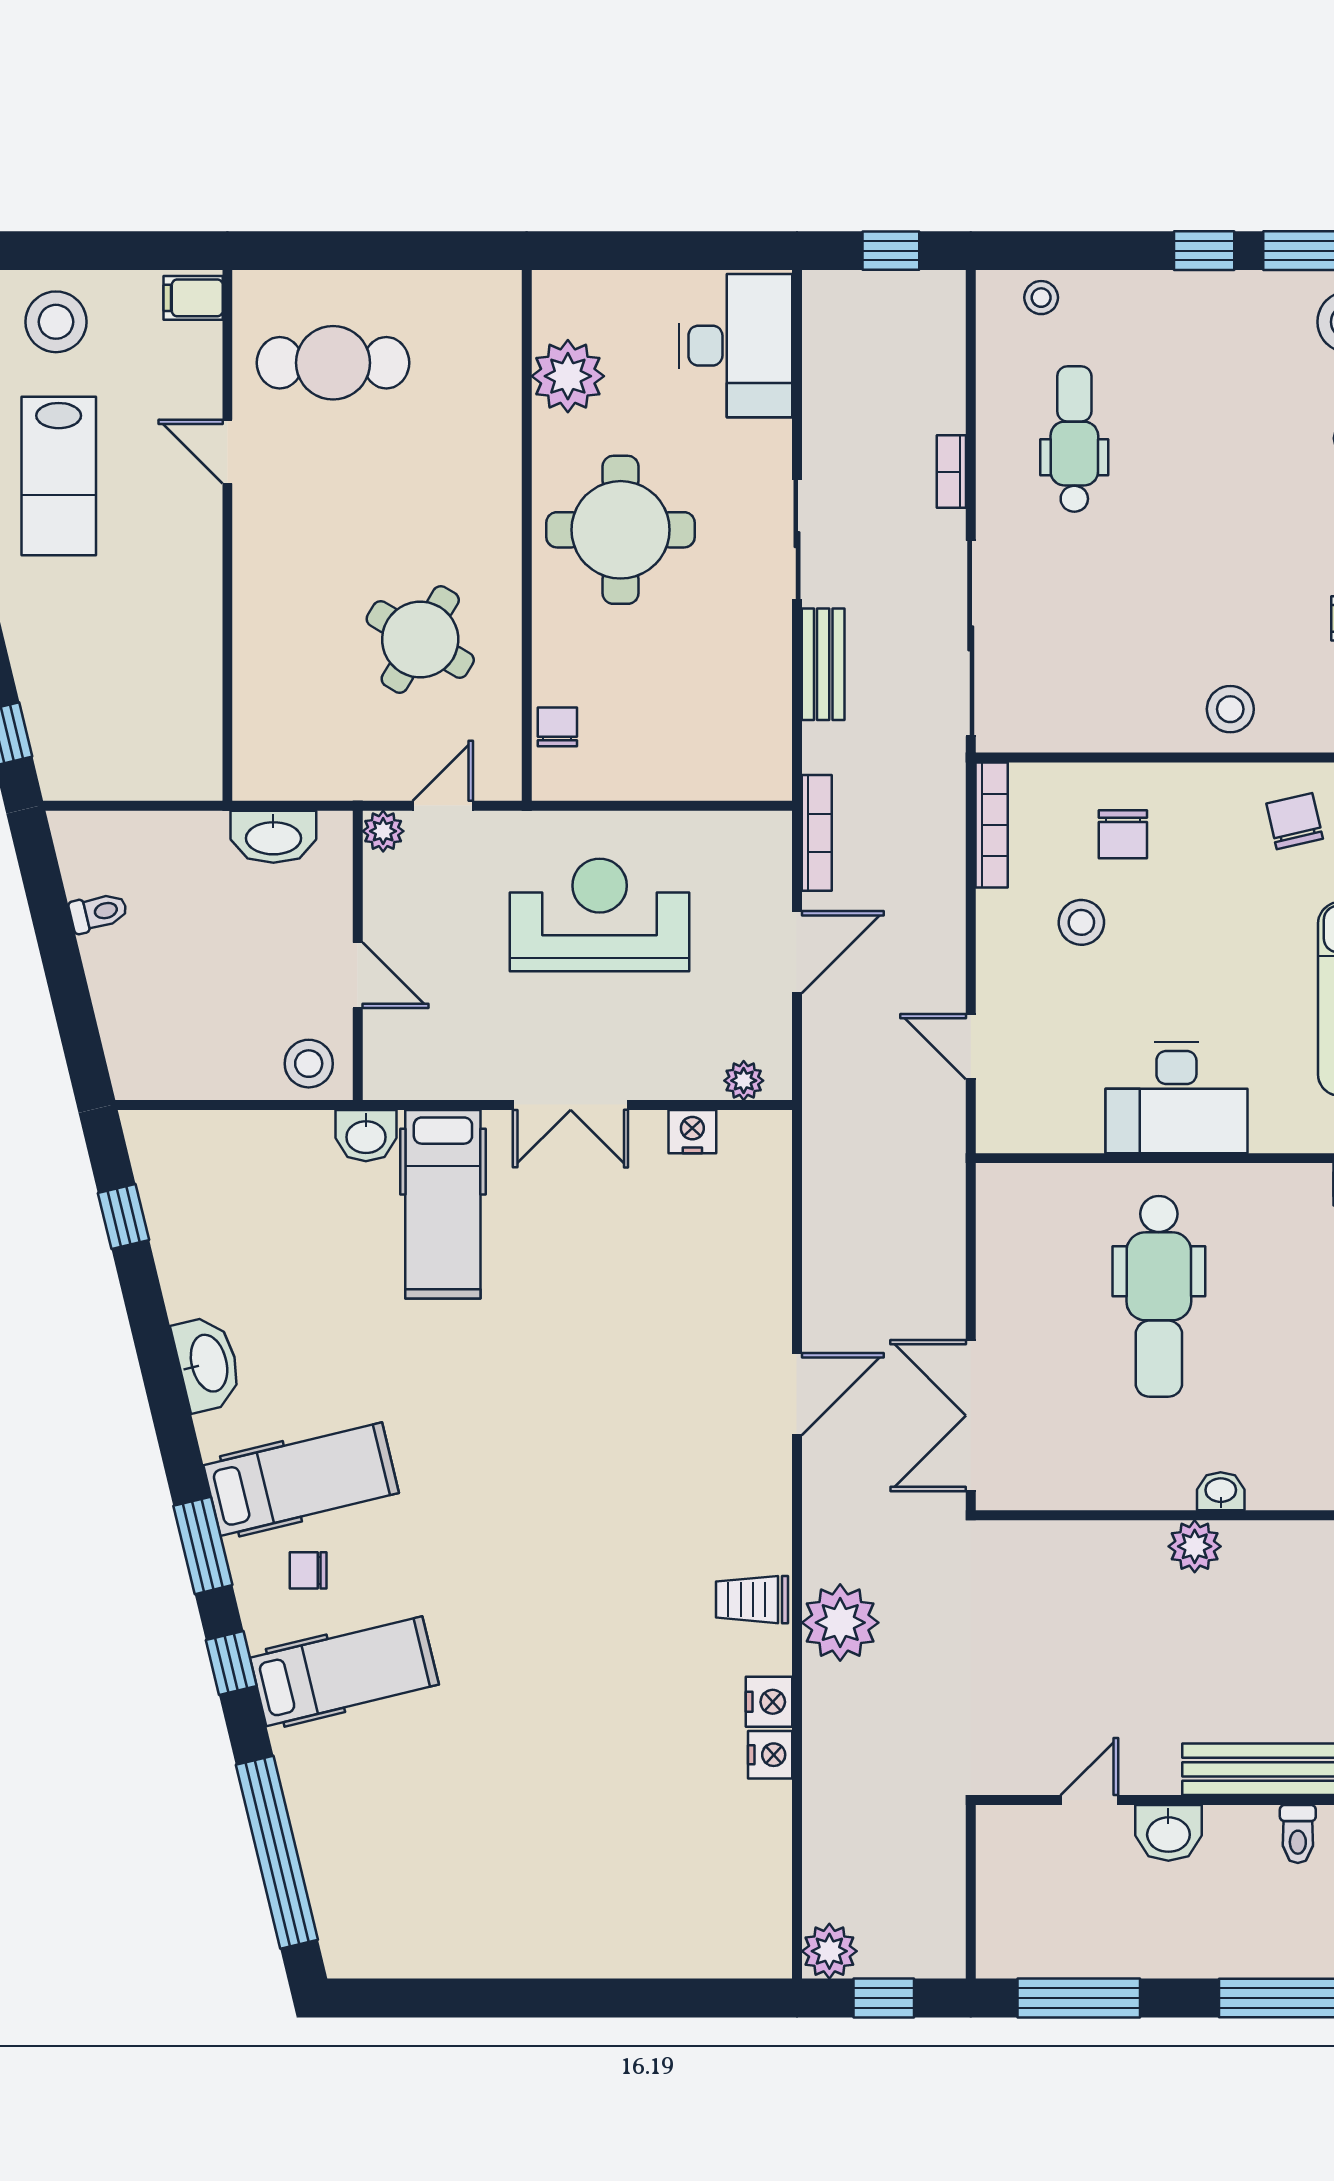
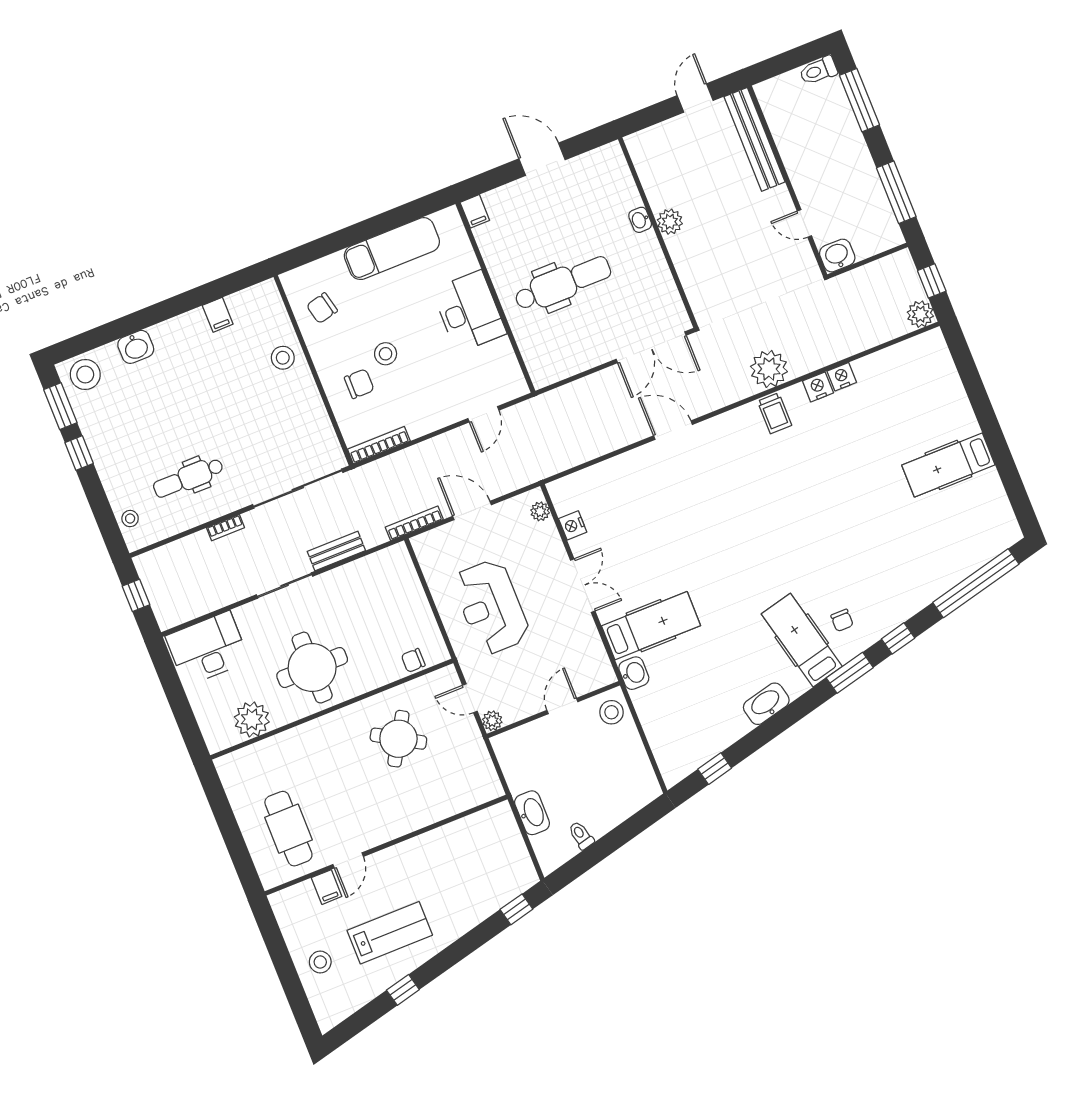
filing cabinet: (193, 298) -> (327, 887), moved
stool: (56, 322) -> (320, 962), width x0.73, depth x0.73
washbasin: (273, 837) -> (532, 813), moved
stool: (1081, 922) -> (386, 354), moved
hospital bed: (344, 1671) -> (948, 465), moved, turned -76
washbasin: (1168, 1833) -> (837, 256), moved, turned -90
toilet: (1298, 1834) -> (782, 122), removed

